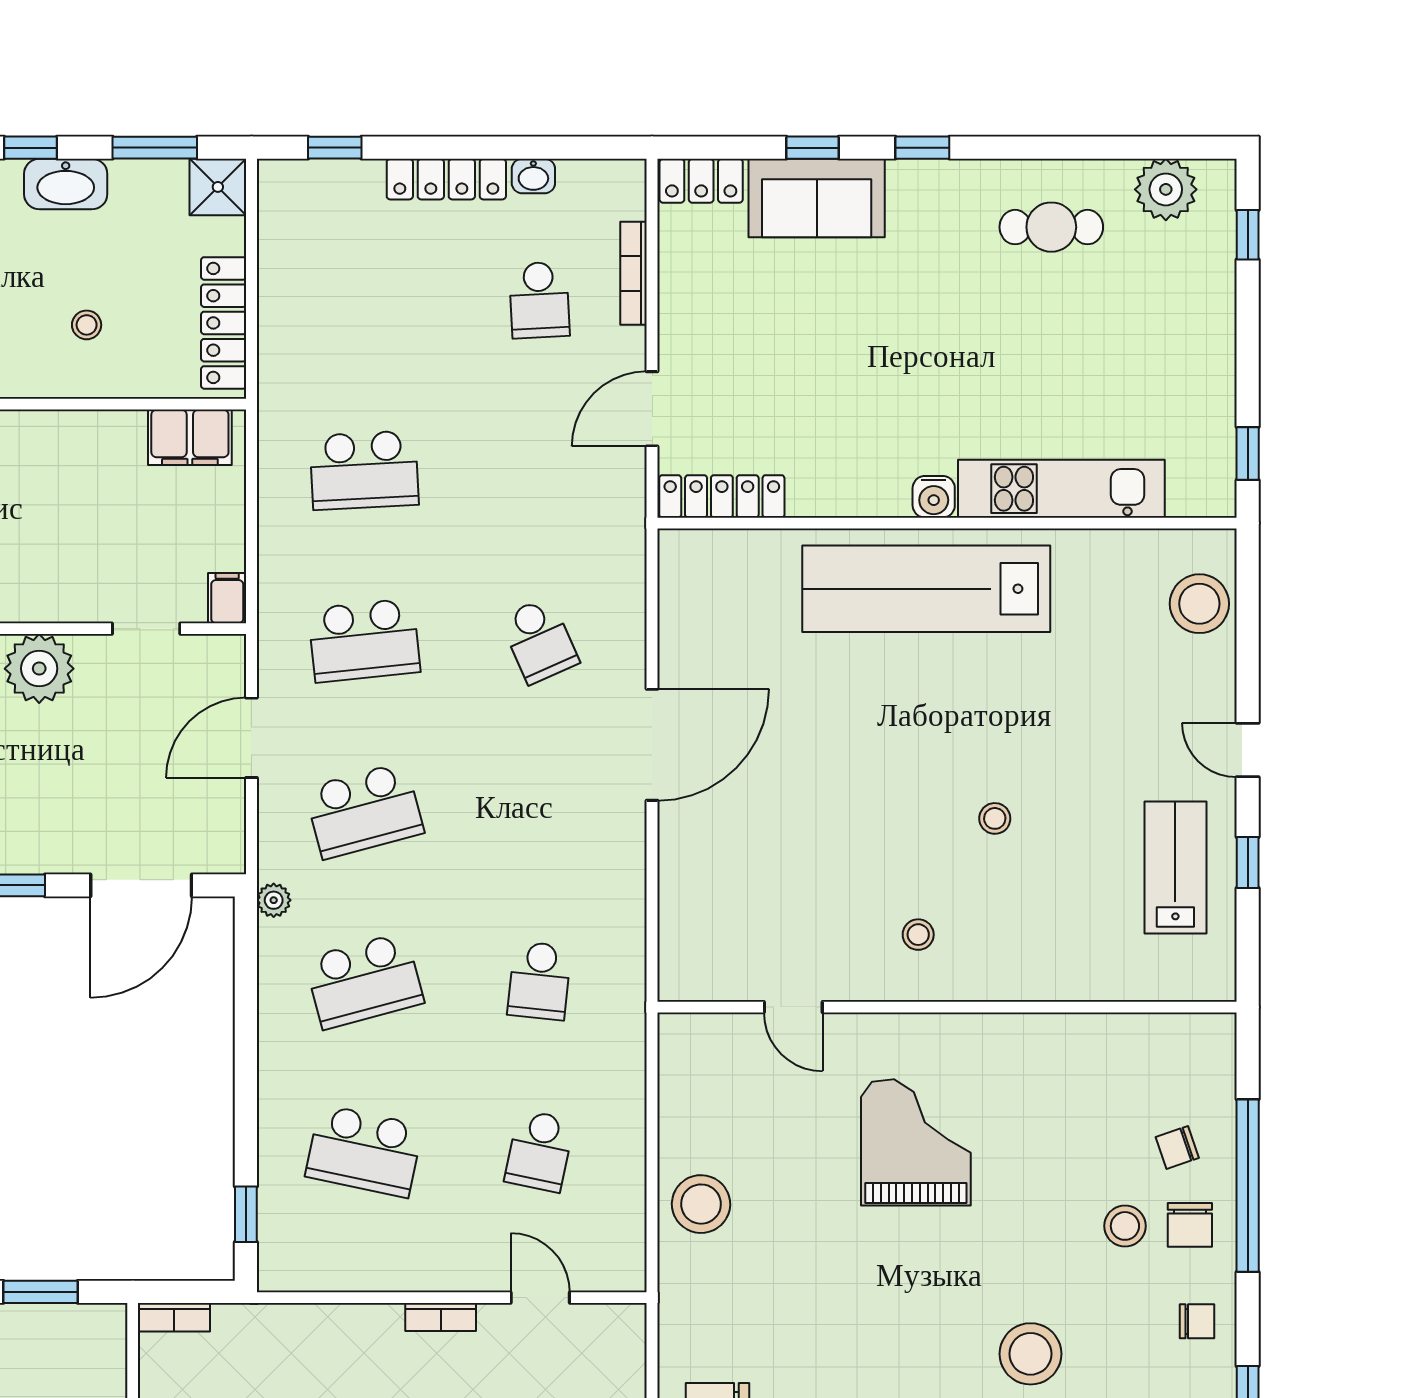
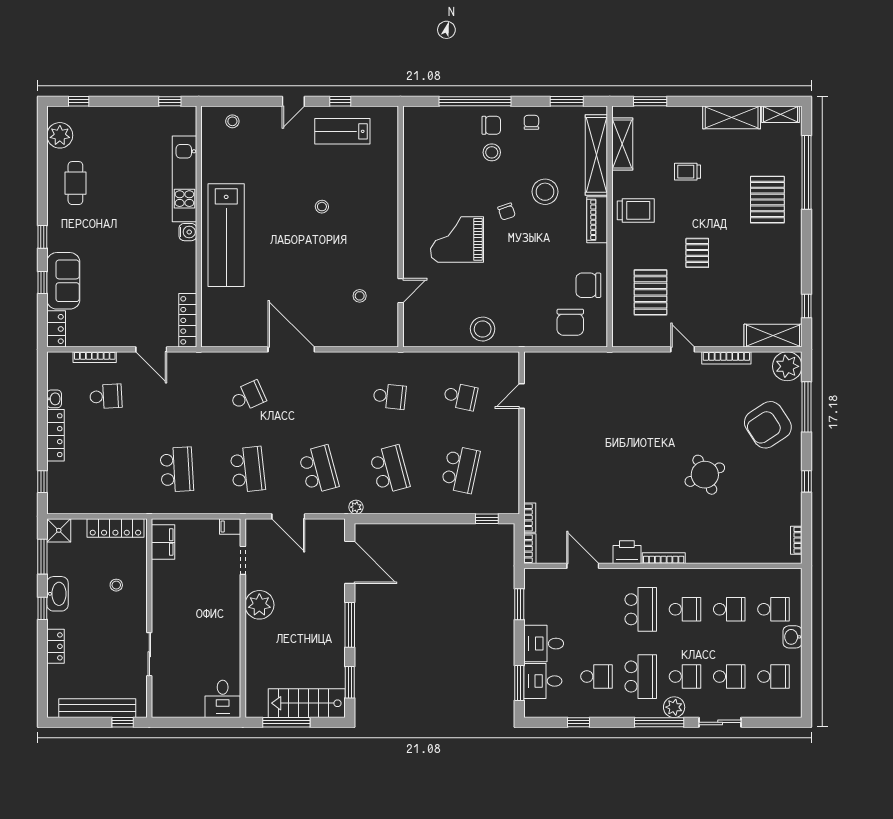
stool: (1199, 604) -> (232, 121), width x0.53, depth x0.53
stool: (918, 935) -> (360, 296), moved
chair: (1177, 1147) -> (507, 212), moved
bookcase: (441, 1317) -> (530, 518), moved

